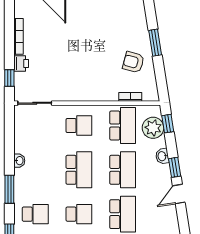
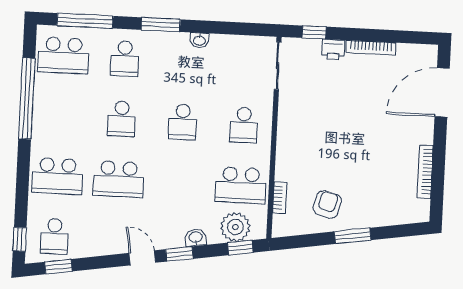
school desk: (79, 170) -> (183, 122), width x0.54
school desk: (123, 170) -> (180, 182), removed

